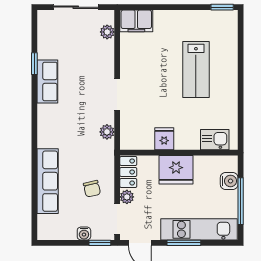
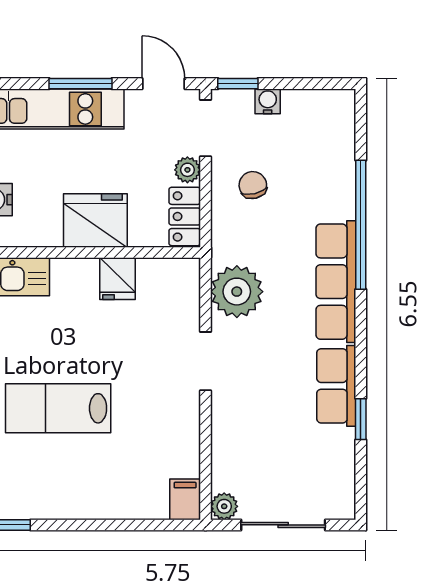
filing cabinet: (136, 21) -> (185, 499), width x0.50
plant: (107, 32) -> (224, 506), moved
lab bench: (196, 70) -> (58, 408), turned -90
plant: (107, 132) -> (237, 292), width x1.88, depth x1.88
window: (34, 168) -> (361, 225), added
row of seats: (48, 181) -> (336, 282), moved

